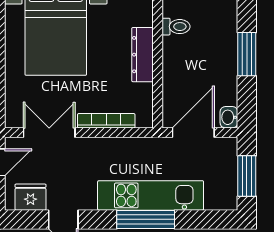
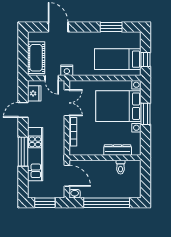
window: (247, 54) -> (107, 203), width x2.11
dresser: (142, 55) -> (118, 150), moved

